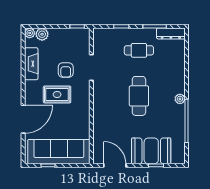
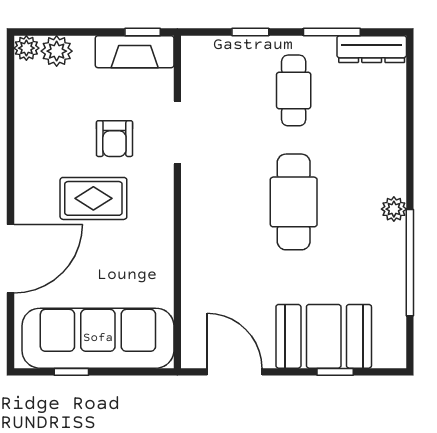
cafe table: (139, 50) -> (294, 90), turned 90
fireplace: (31, 64) -> (135, 52), moved, turned 90

